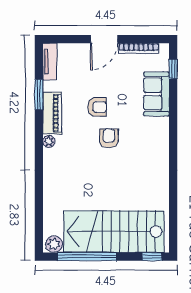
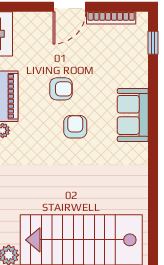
sofa: (156, 94) -> (133, 115), moved

